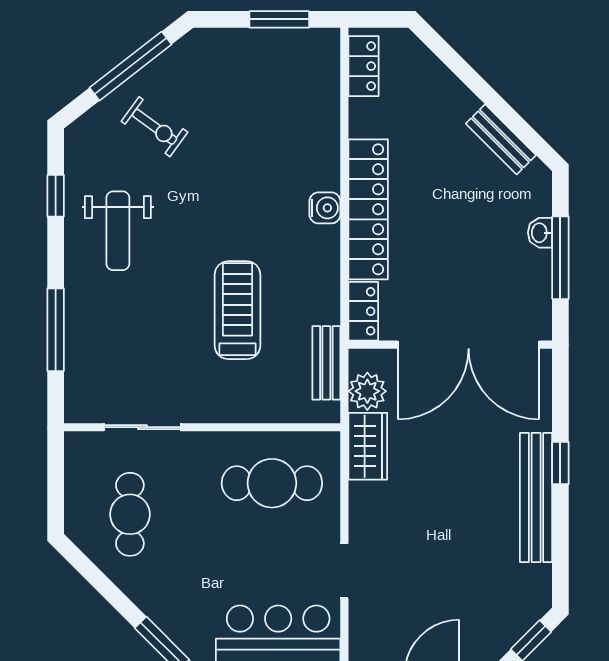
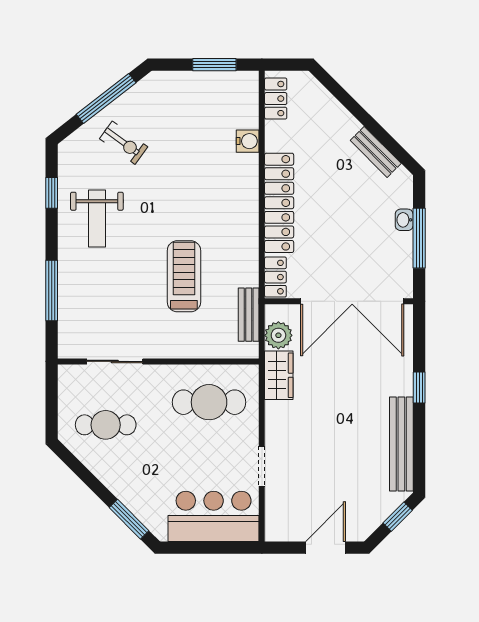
water cooler: (325, 208) -> (248, 141), moved
bench: (536, 497) -> (401, 444), moved
cafe table: (130, 514) -> (106, 425), turned 90

